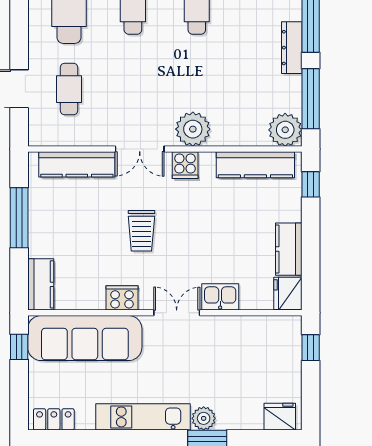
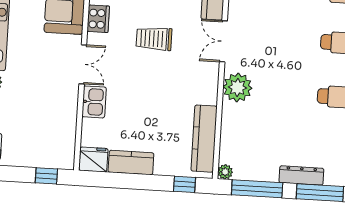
plant: (285, 130) -> (225, 172), width x0.53, depth x0.53
cooker: (185, 165) -> (207, 79), removed

